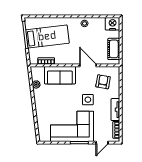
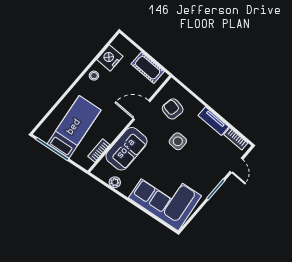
nightstand: (113, 24) -> (110, 58), moved
corner sofa: (72, 126) -> (165, 197), moved, turned 83

